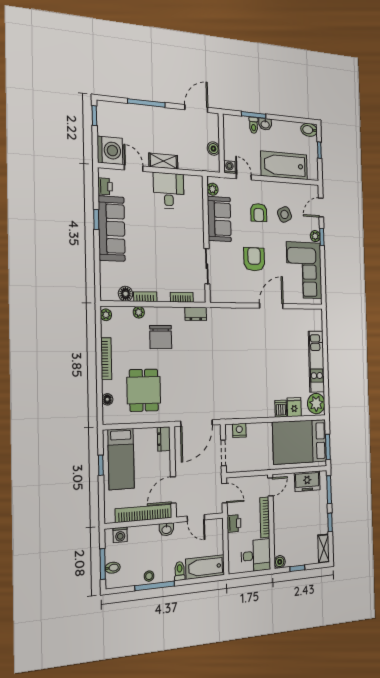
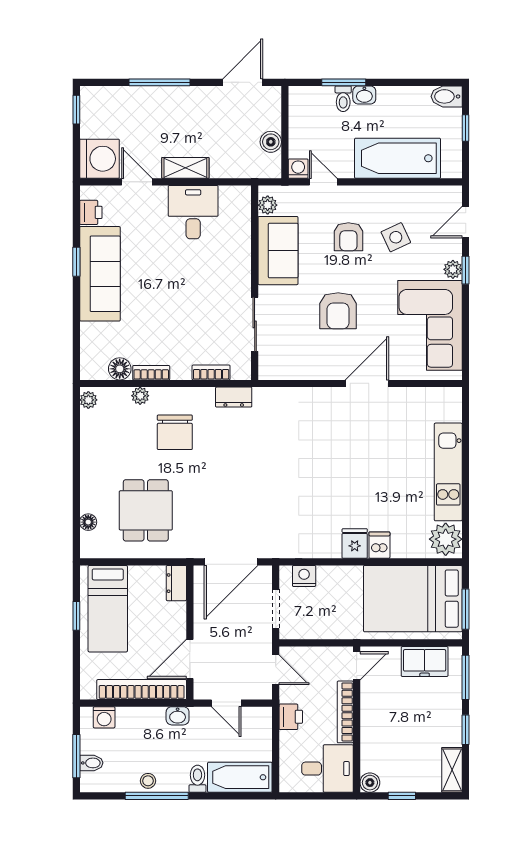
armchair: (254, 259) -> (338, 311), turned 180
bookcase: (106, 359) -> (88, 463), removed
fridge: (294, 407) -> (355, 543), moved

